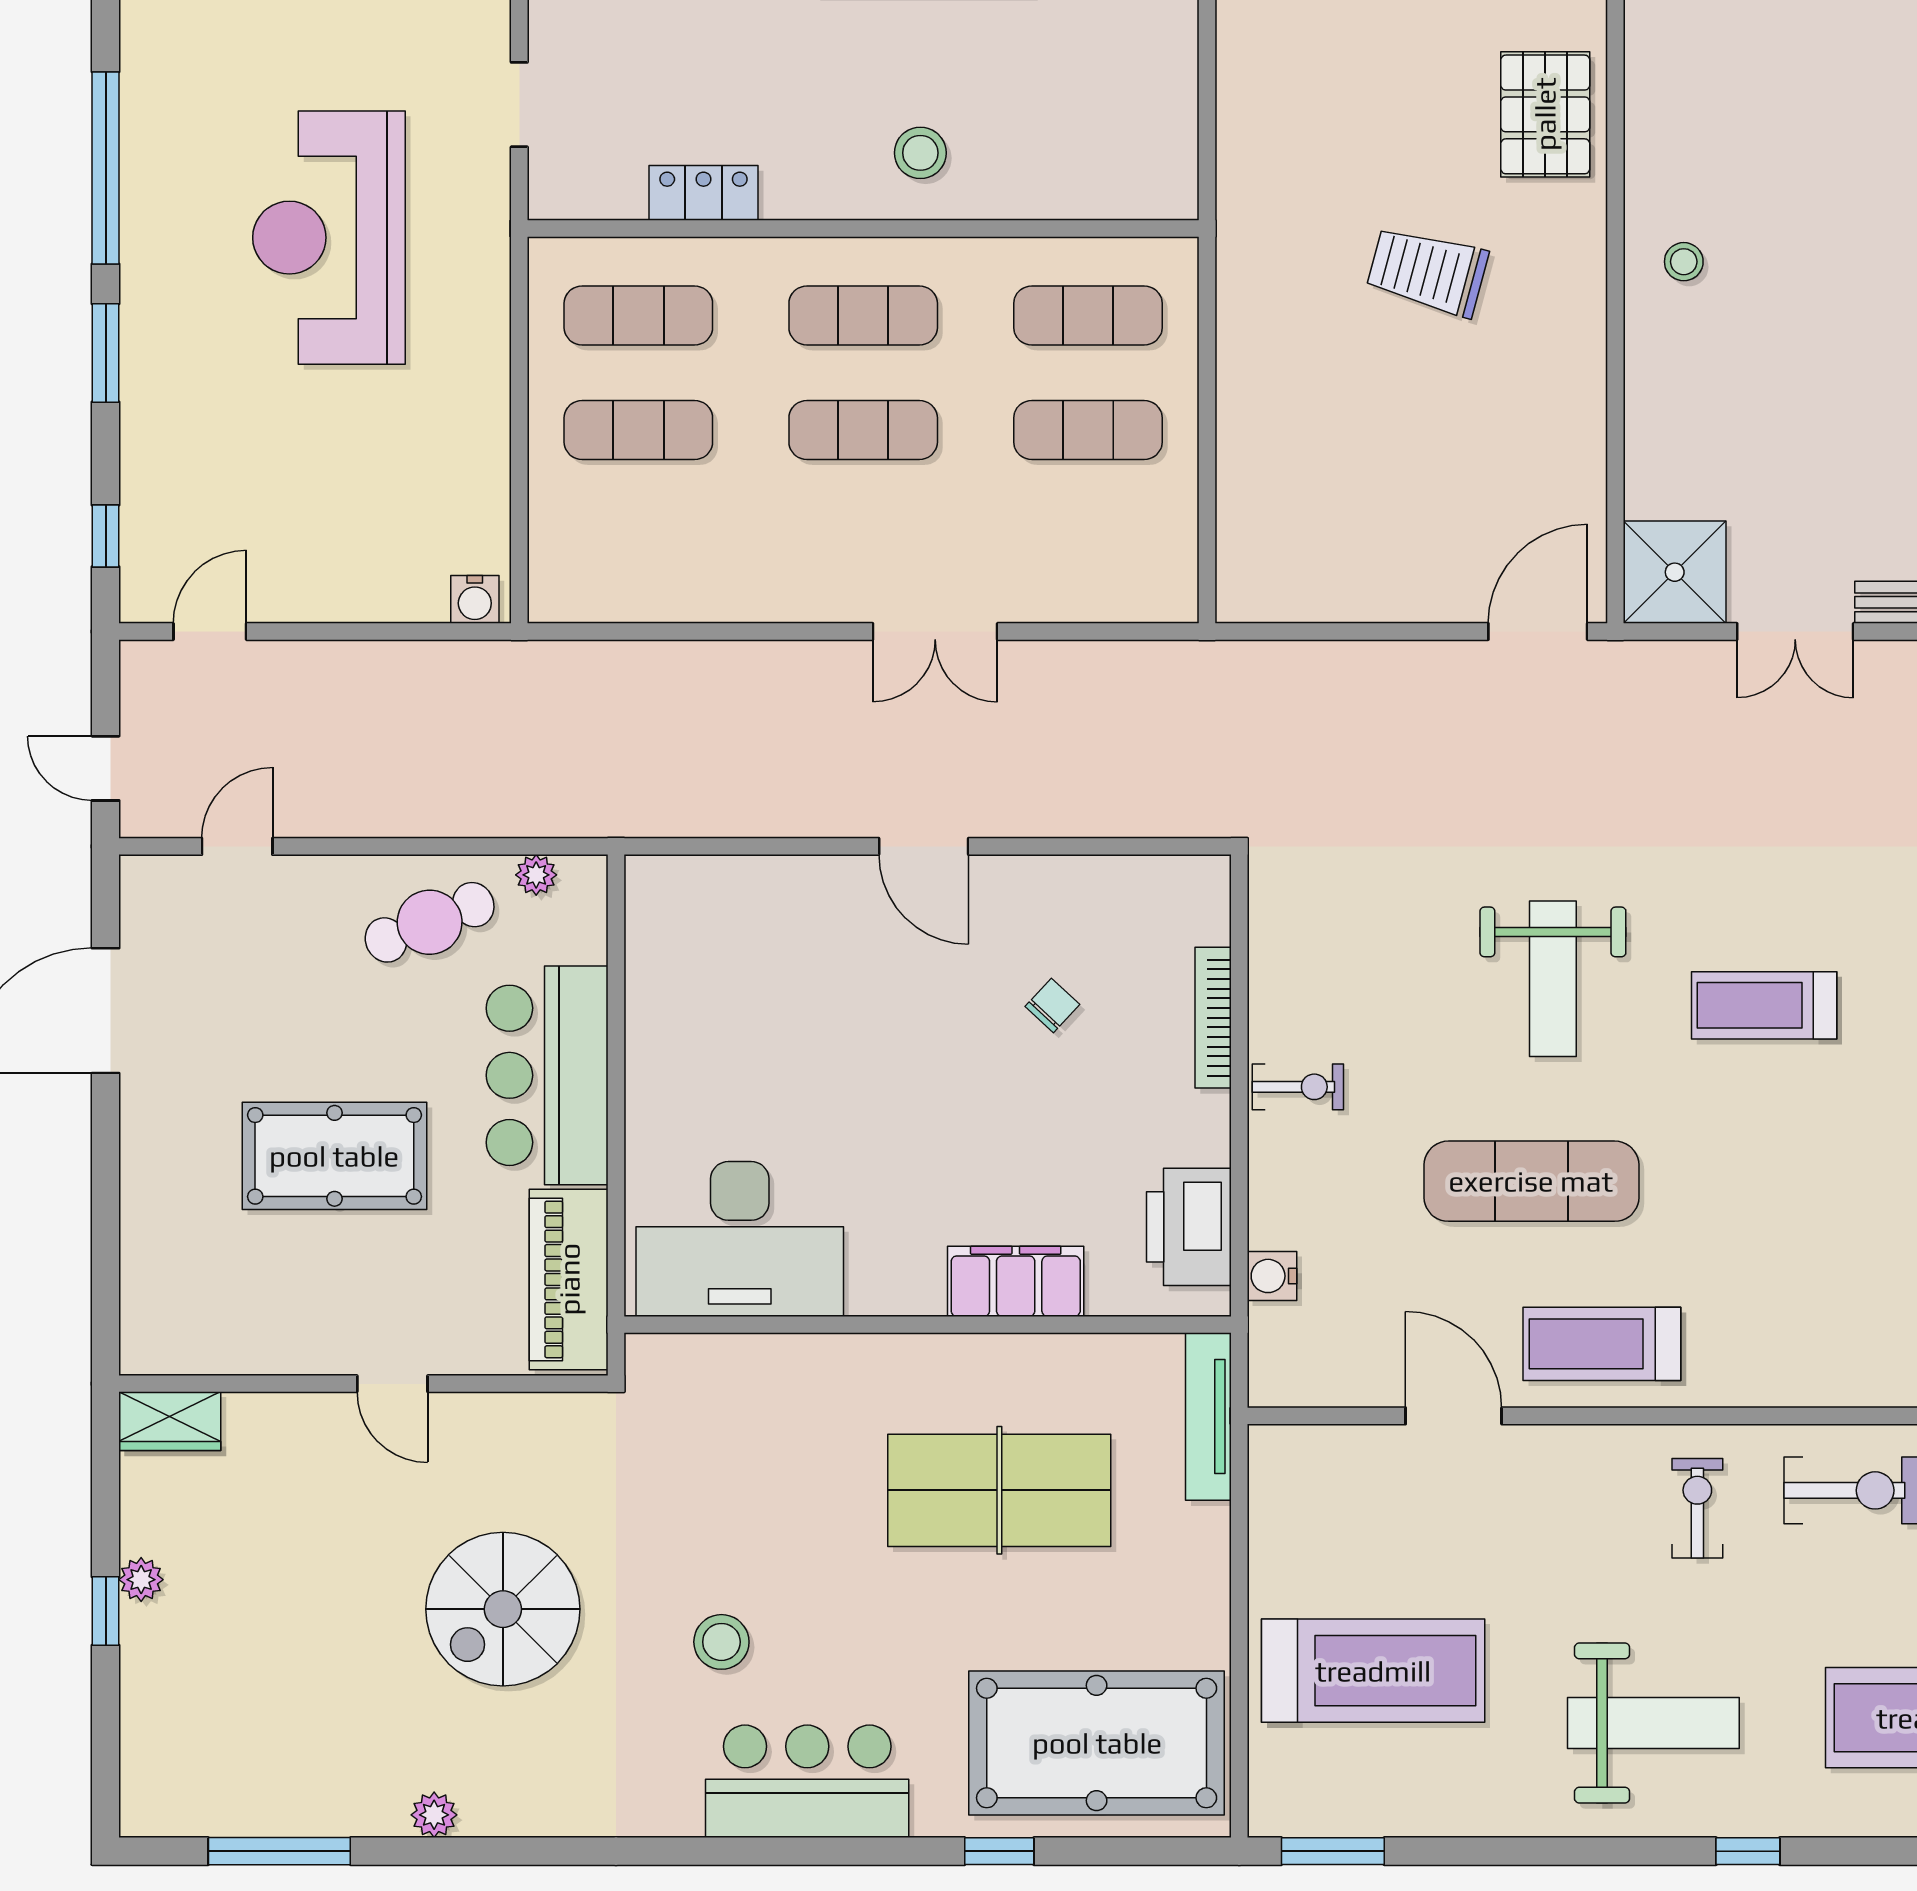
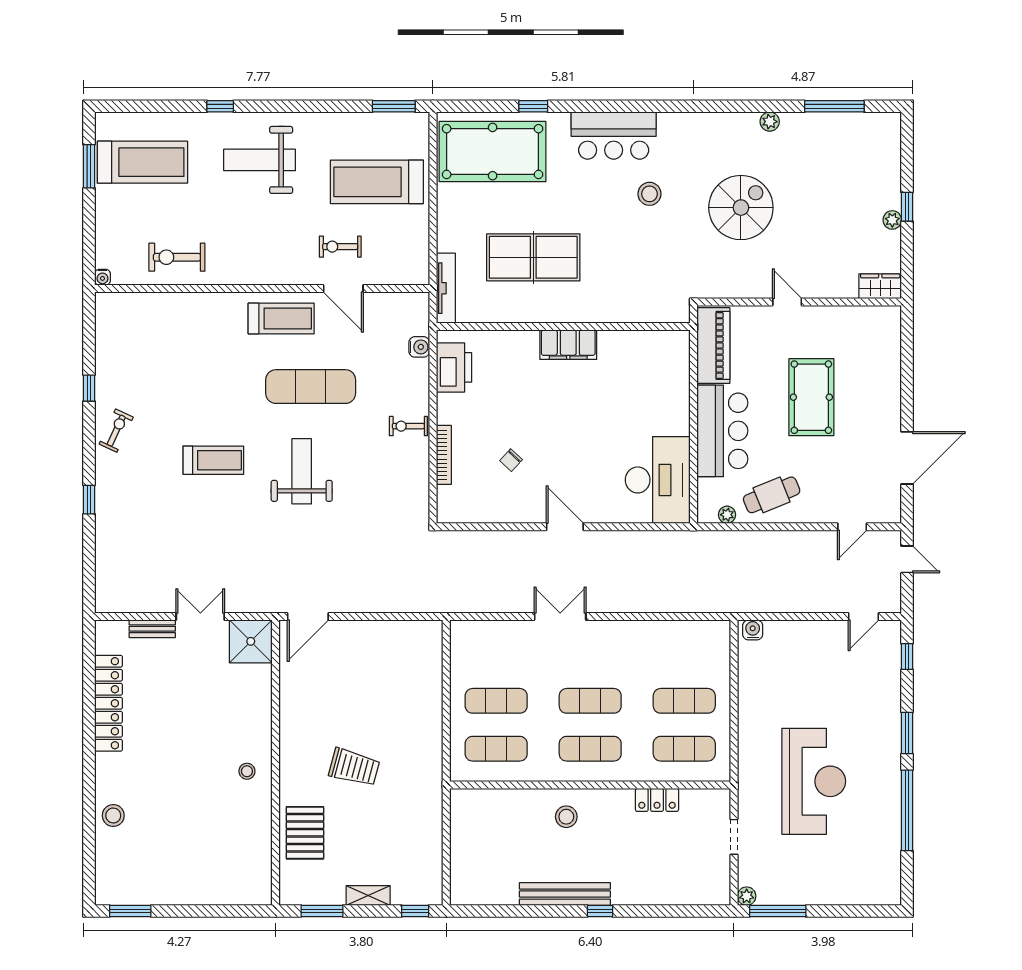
pool table: (334, 1156) -> (811, 397), turned 90
desk: (740, 1239) -> (658, 480), moved, turned 90
filing cabinet: (1016, 1281) -> (568, 345), moved
exercise bike: (1697, 1508) -> (340, 247), moved, turned 90

